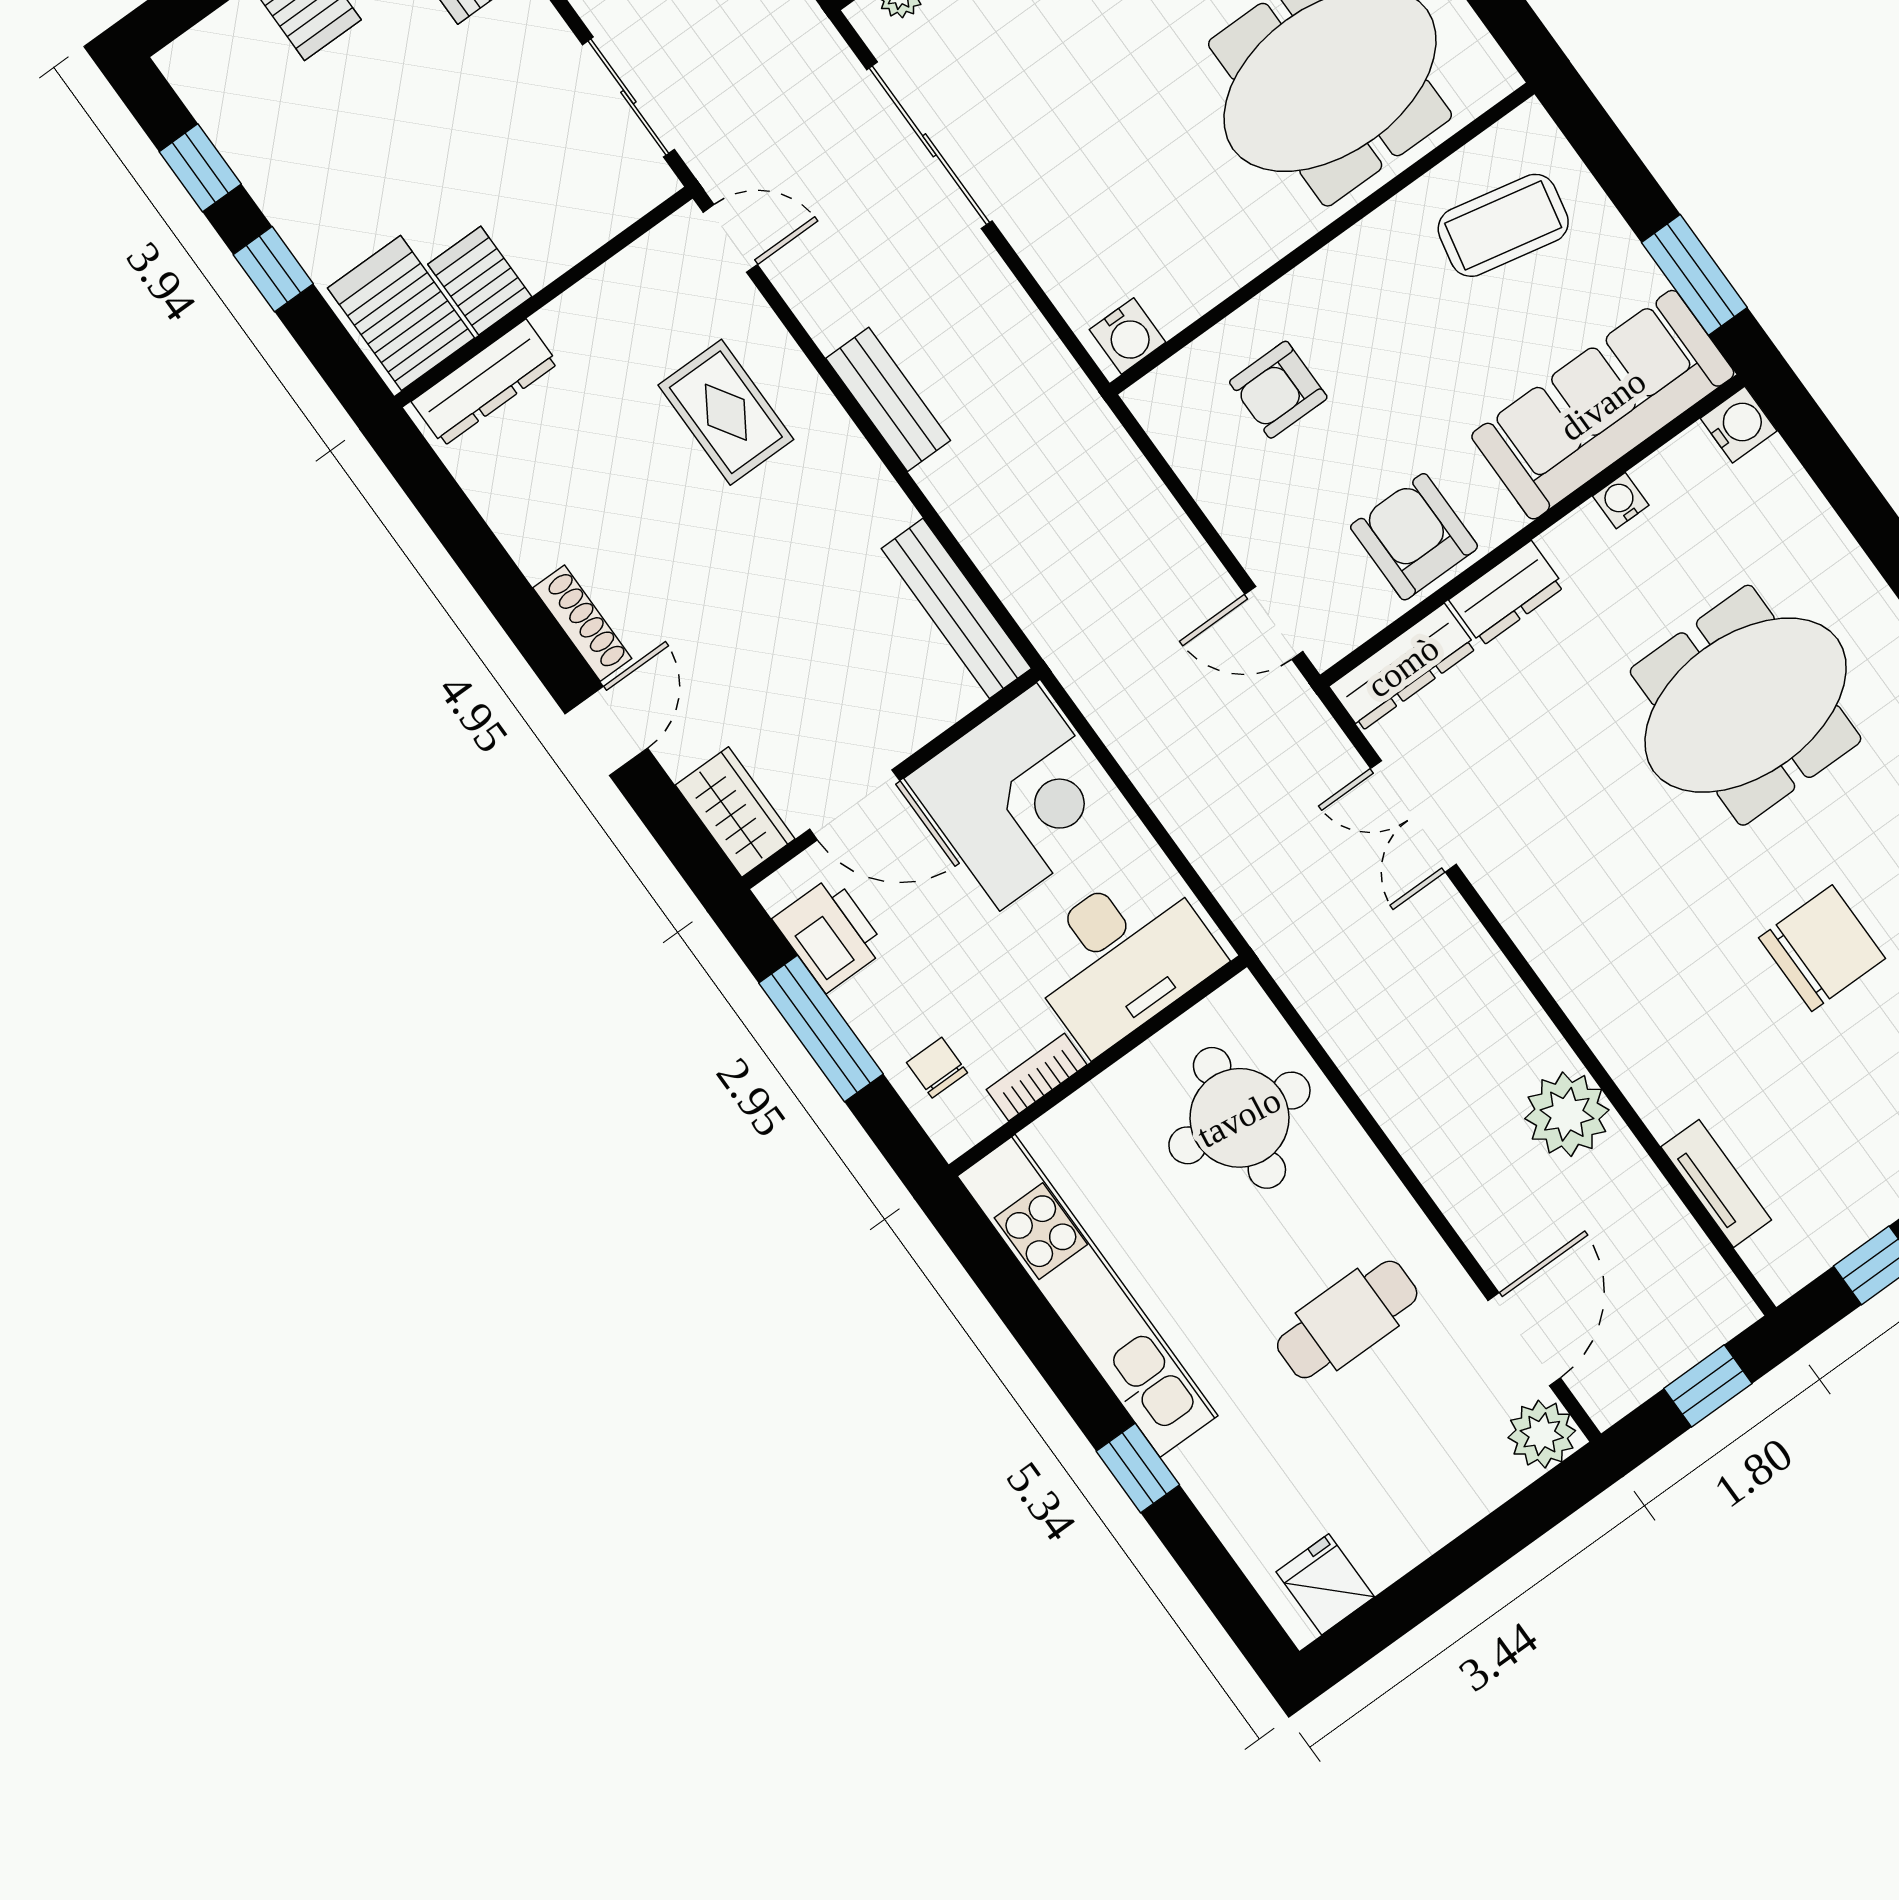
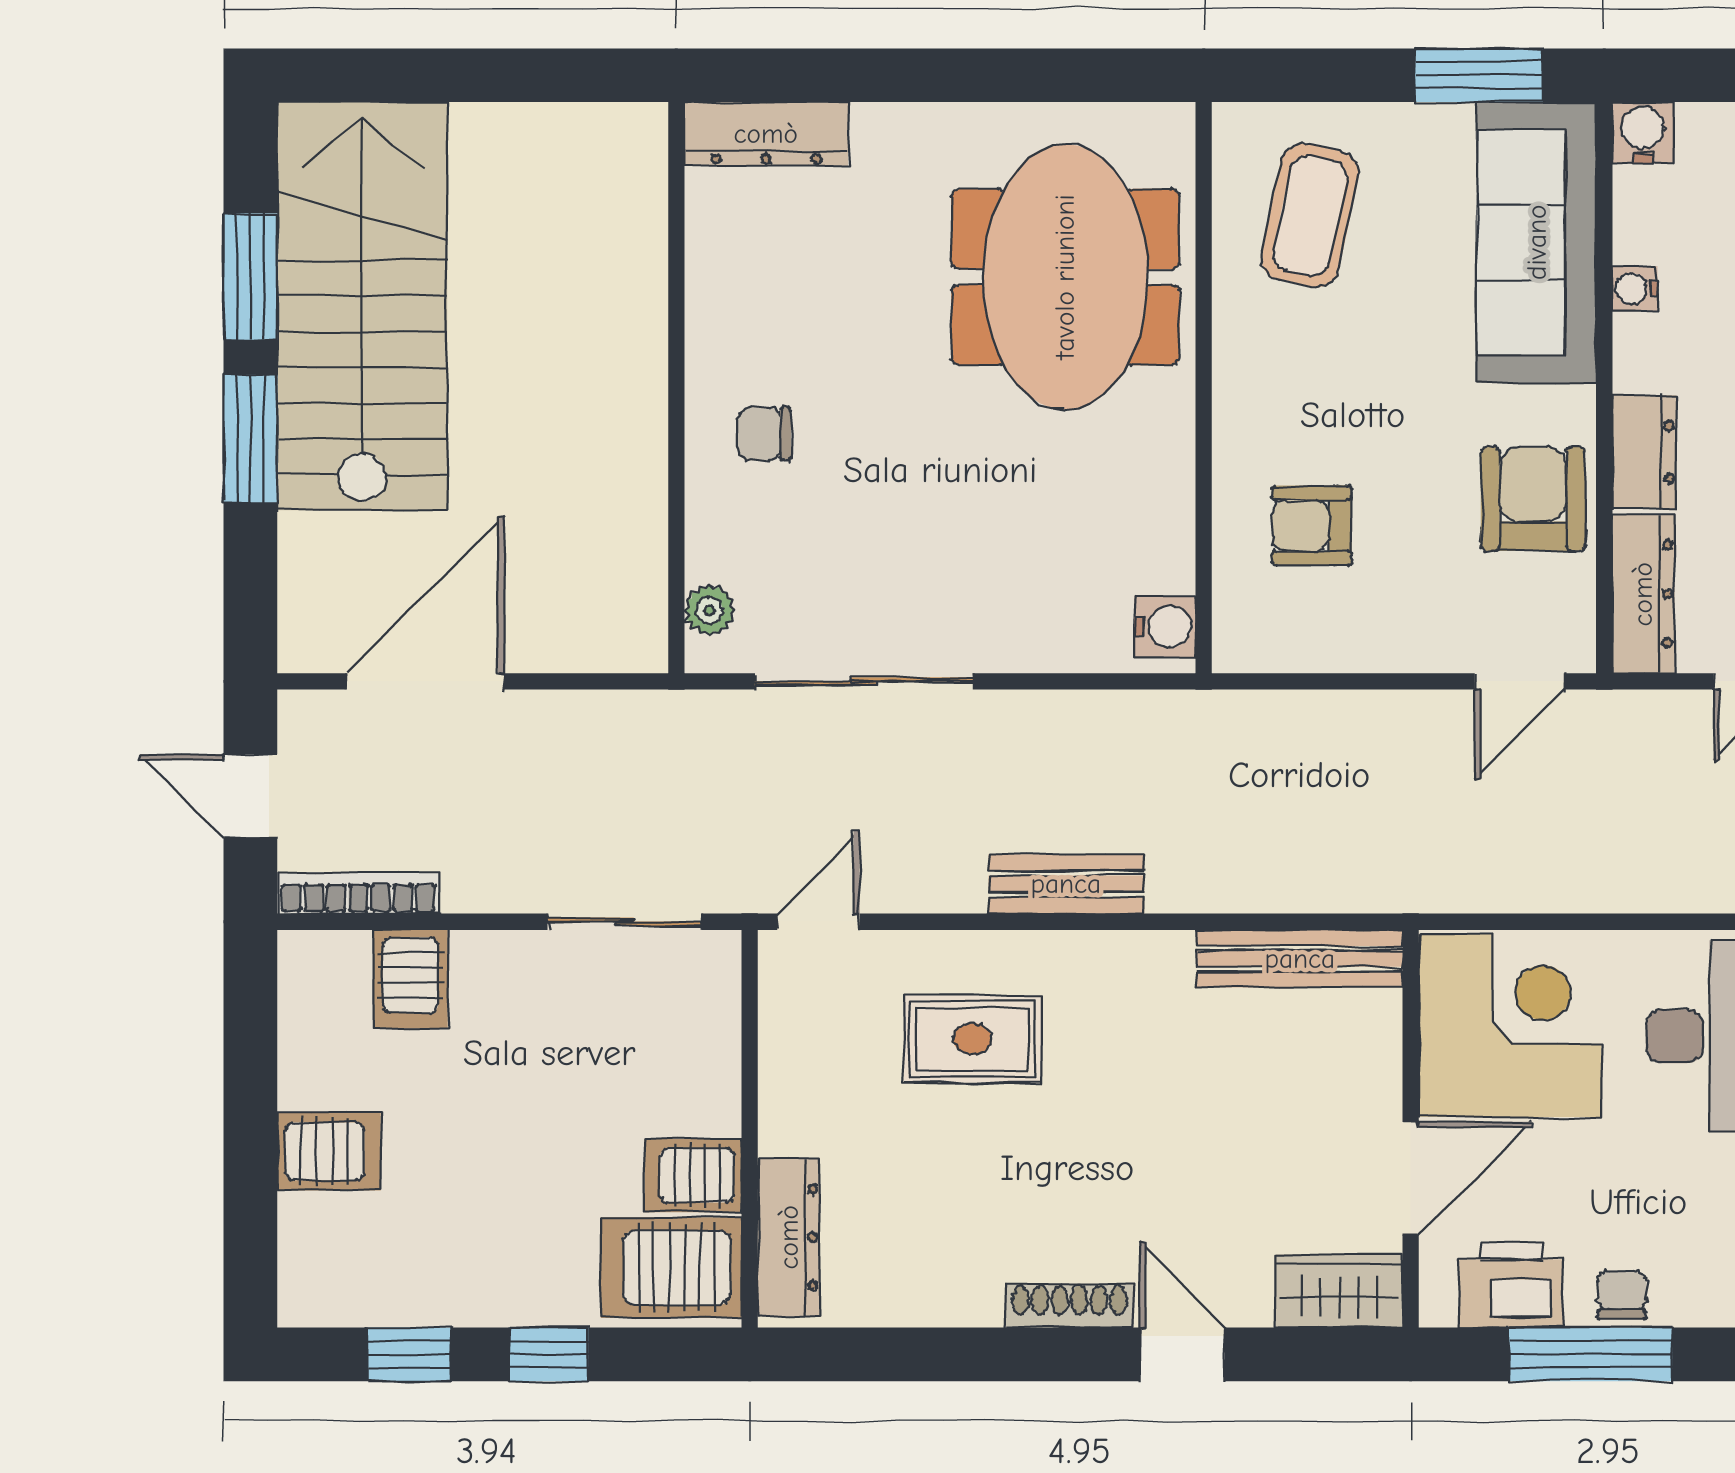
armchair: (1278, 390) -> (1312, 526), turned 90
armchair: (1414, 537) -> (1533, 499), turned 90
chair: (937, 1068) -> (1622, 1295), moved, turned 90

